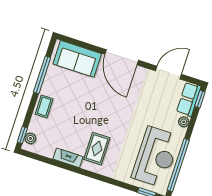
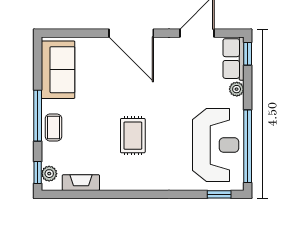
sofa: (77, 59) -> (58, 70), moved, turned -90
window: (42, 75) -> (38, 116), moved
rug: (97, 149) -> (133, 136), moved
fireplace: (68, 158) -> (81, 183), moved

